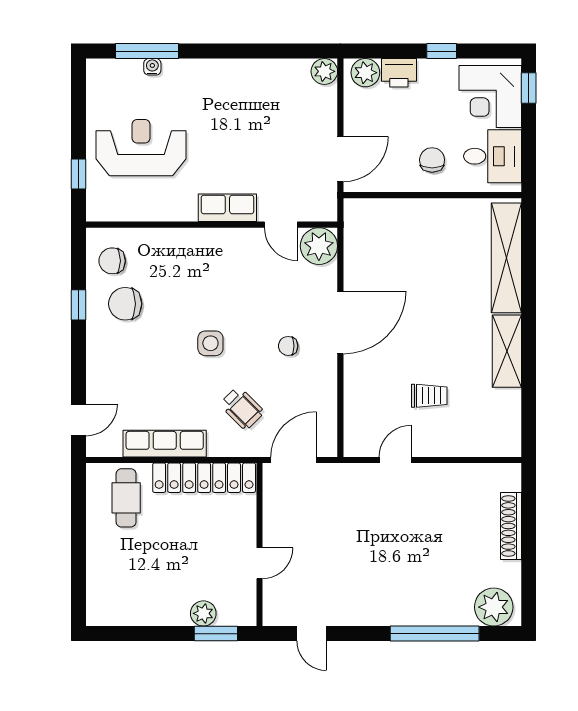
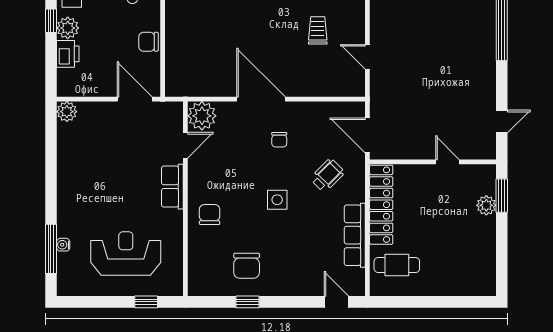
plant: (365, 73) -> (68, 28), moved
reception desk: (141, 148) -> (126, 254), turned 90
chair: (432, 160) -> (149, 42), moved
chair: (112, 261) -> (210, 215), moved, turned 180

